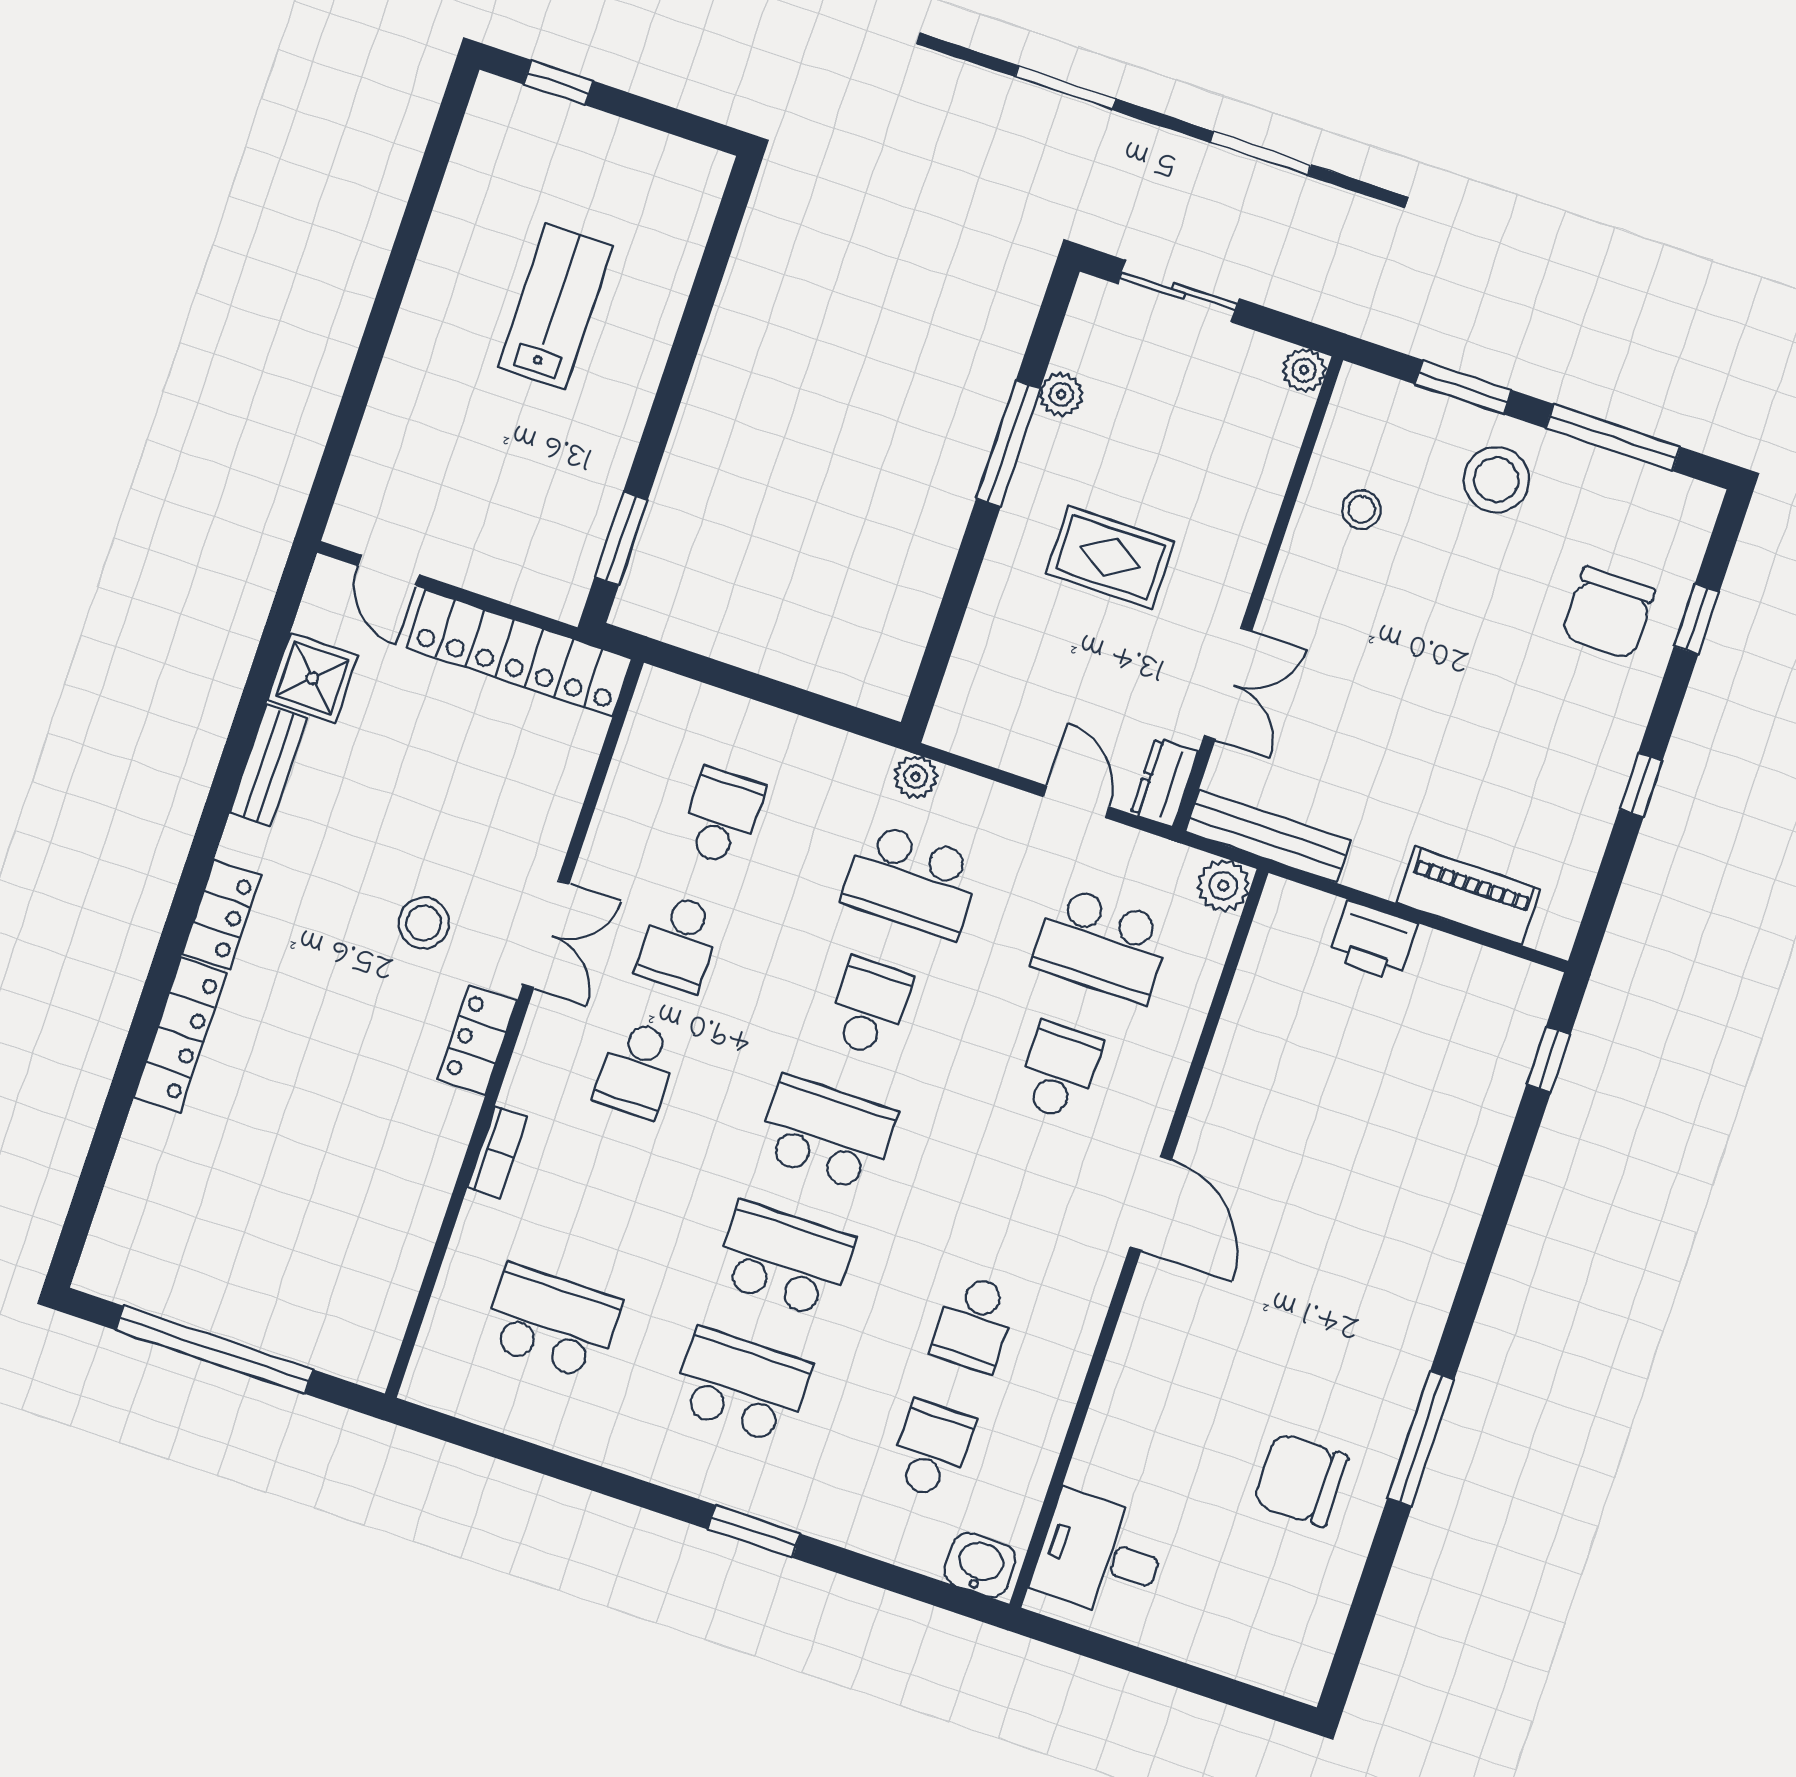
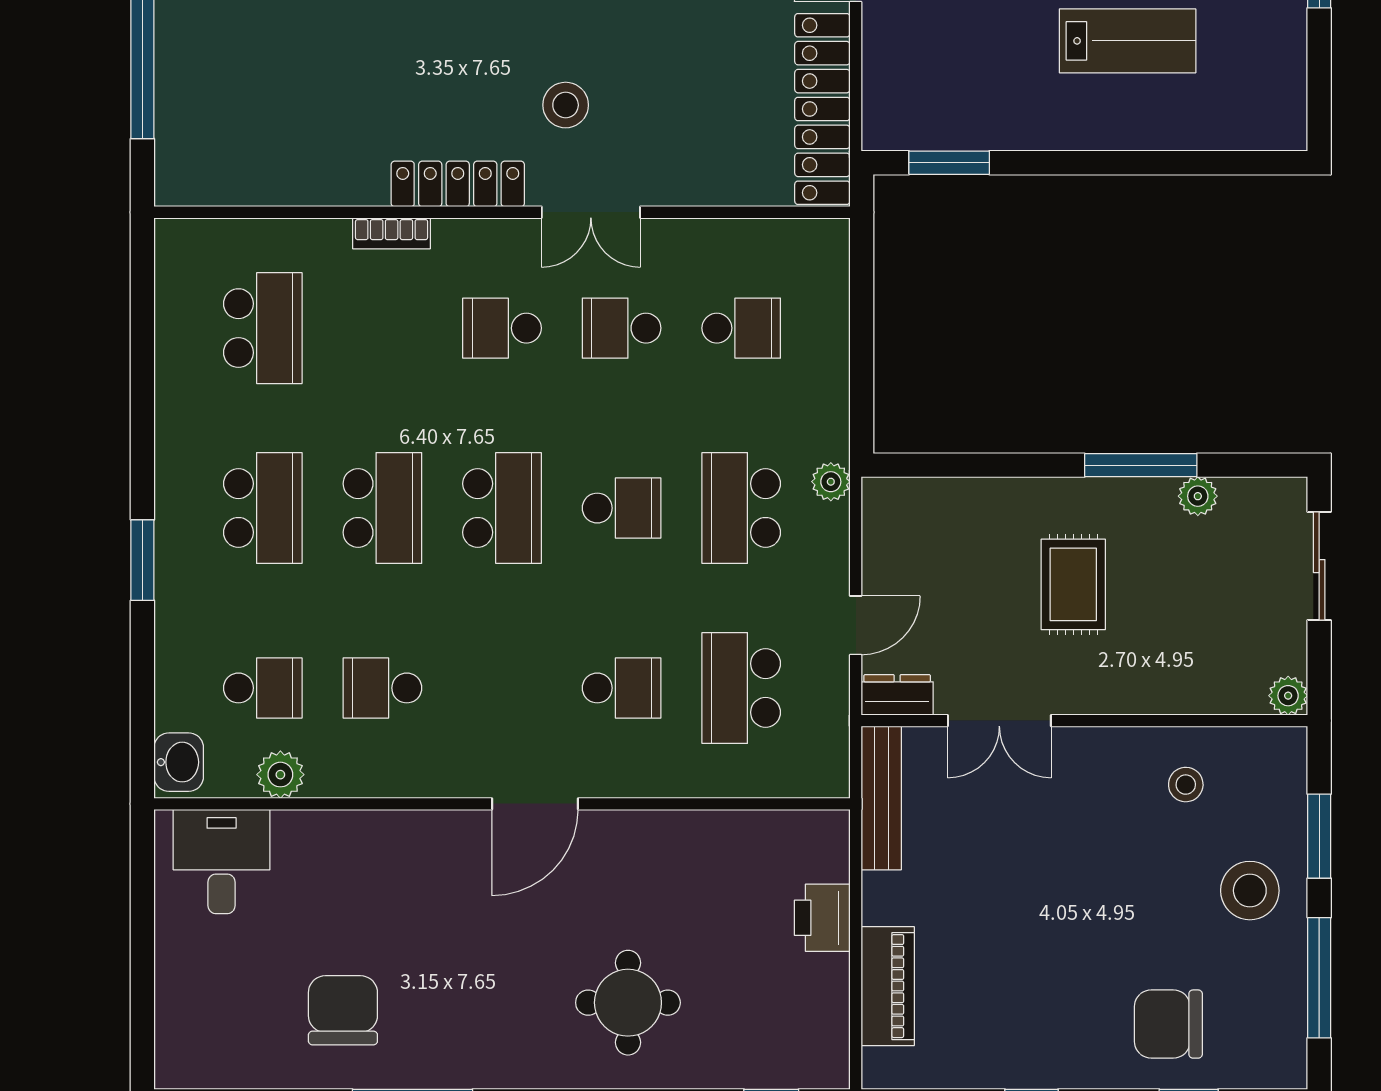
plant: (1223, 886) -> (280, 775), moved
locker: (477, 1040) -> (458, 184), width x1.53
round table: (1394, 1176) -> (628, 1003), added

